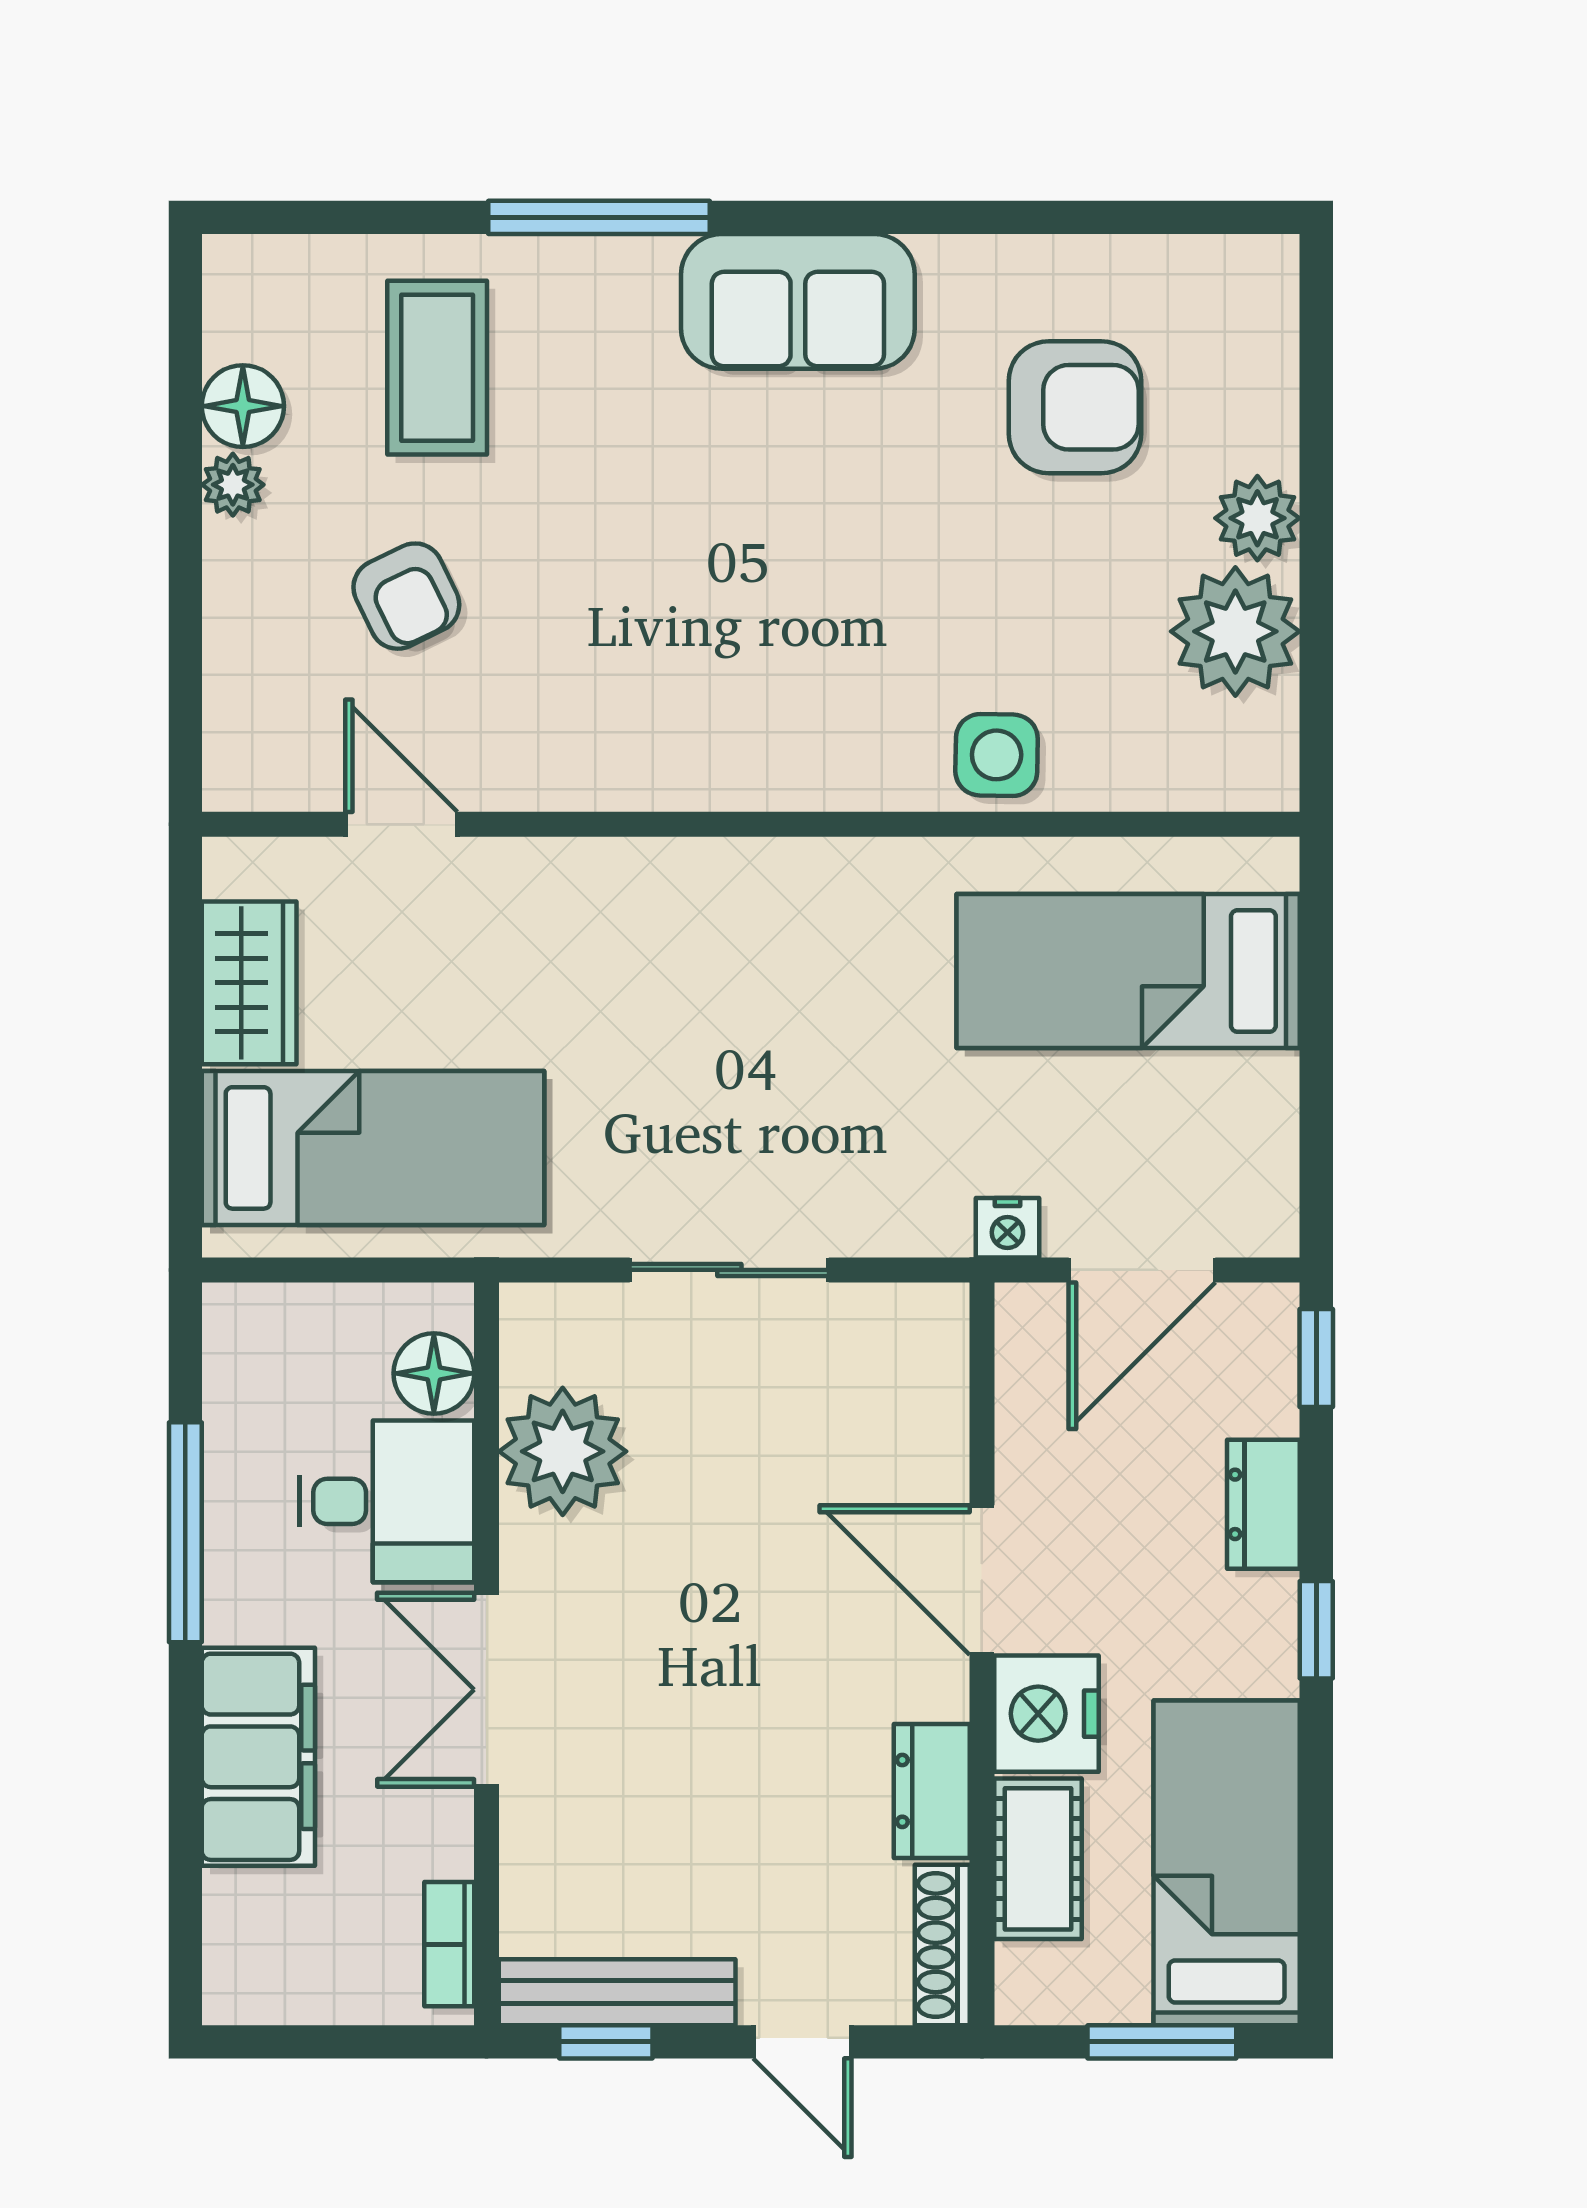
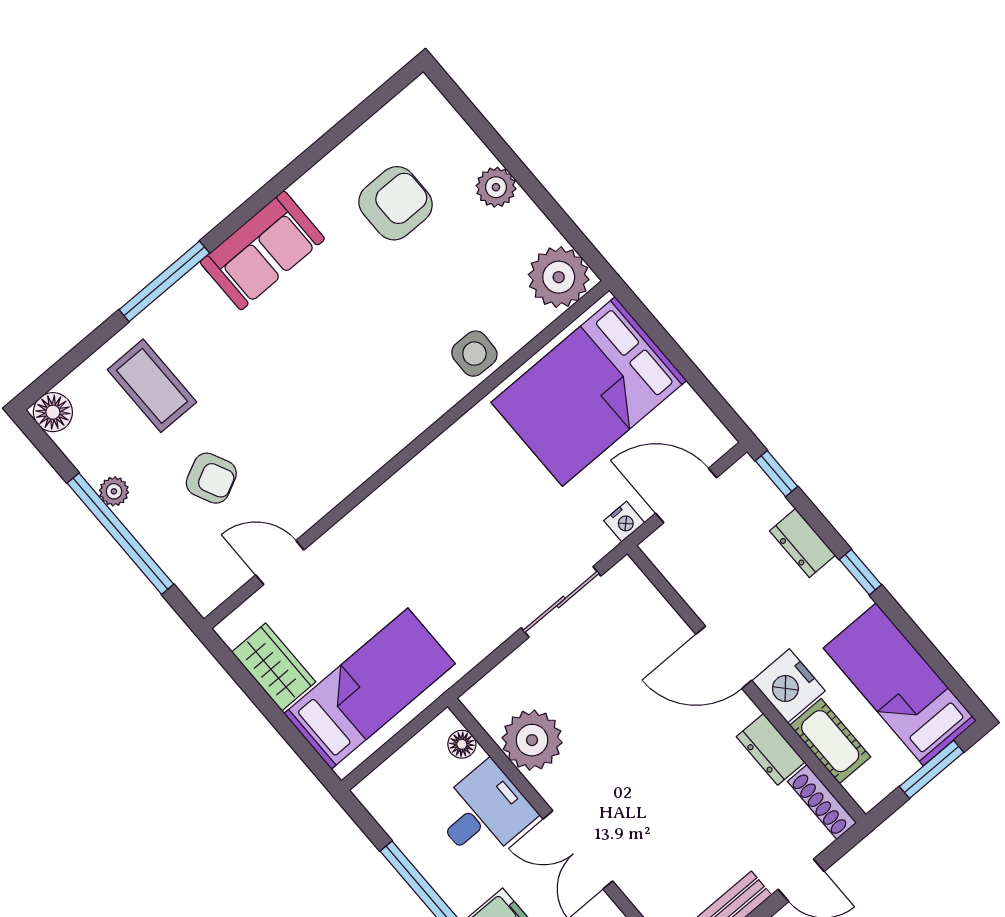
floor lamp: (243, 406) -> (53, 412), moved
window: (185, 561) -> (120, 534), added
plant: (1235, 631) -> (559, 277), moved
bed: (1128, 971) -> (589, 391), width x1.50
sliding door: (729, 1270) -> (561, 602), moved
door: (1142, 1270) -> (686, 495), swing flipped
floor lamp: (434, 1373) -> (462, 744), width x0.73, depth x0.73

